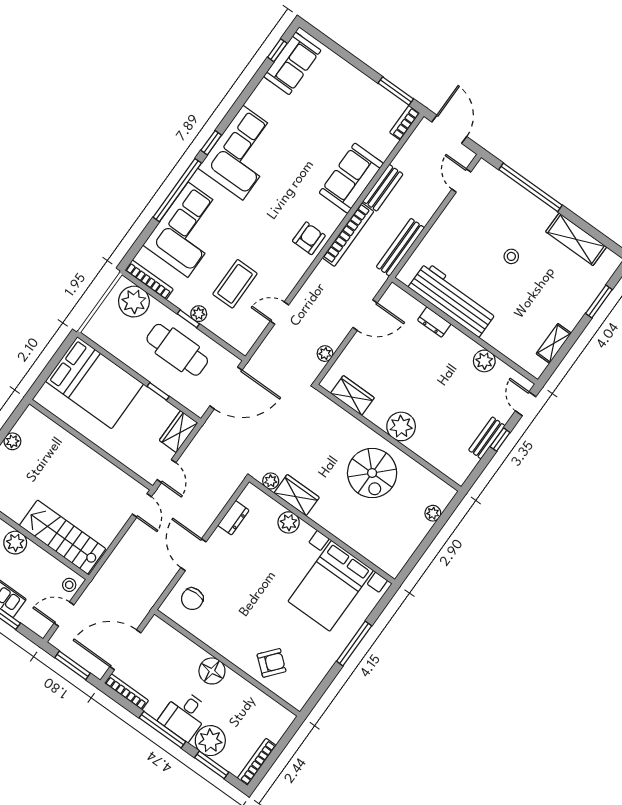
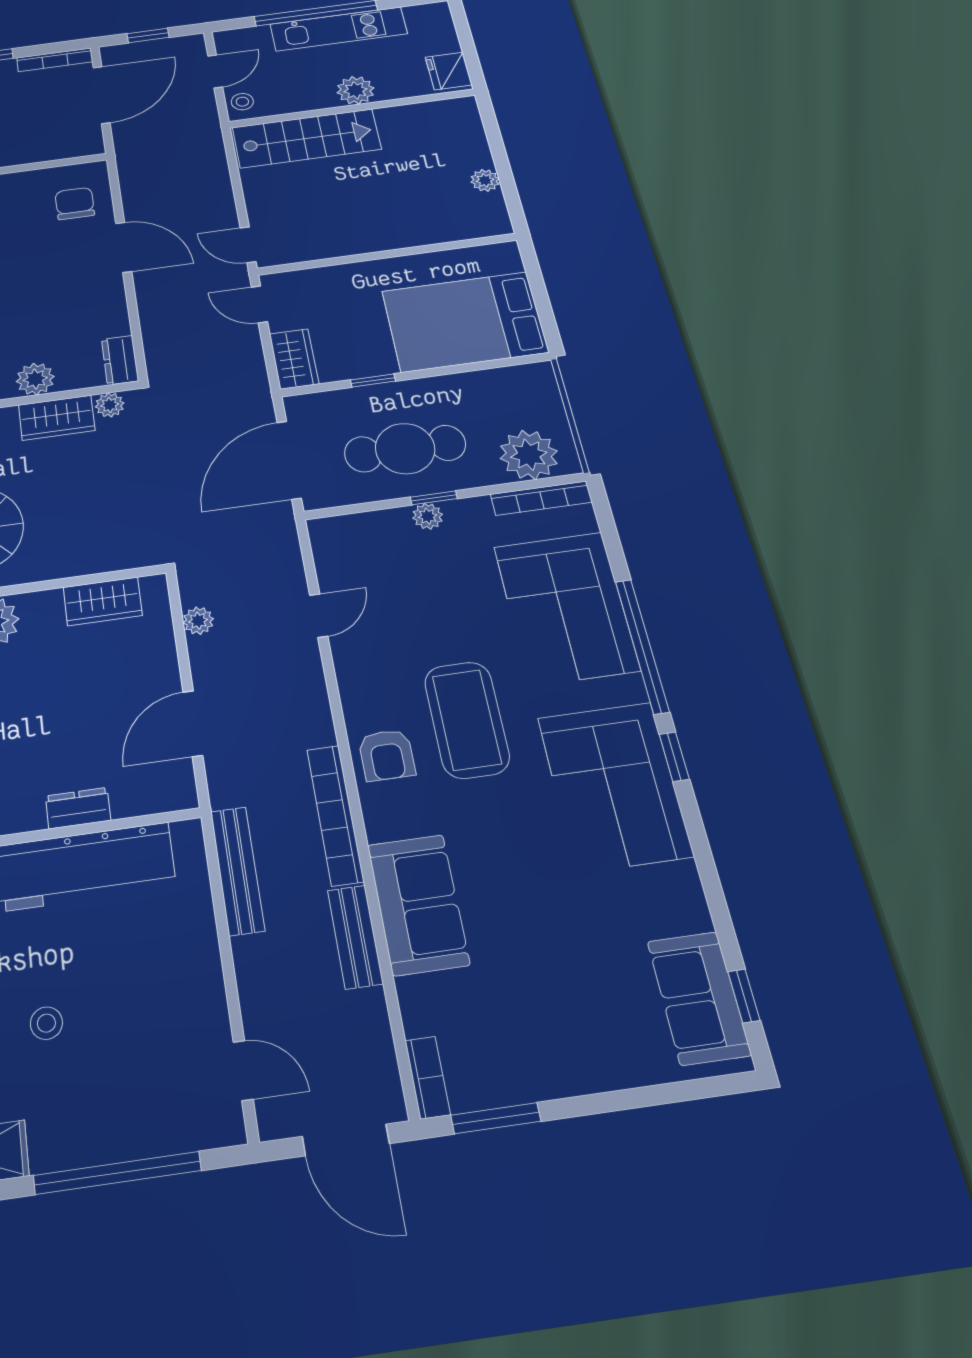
coffee table: (235, 284) -> (467, 720), moved, width x1.36, depth x1.32
dresser: (233, 518) -> (120, 360), moved
window: (73, 665) -> (148, 35), width x0.67

